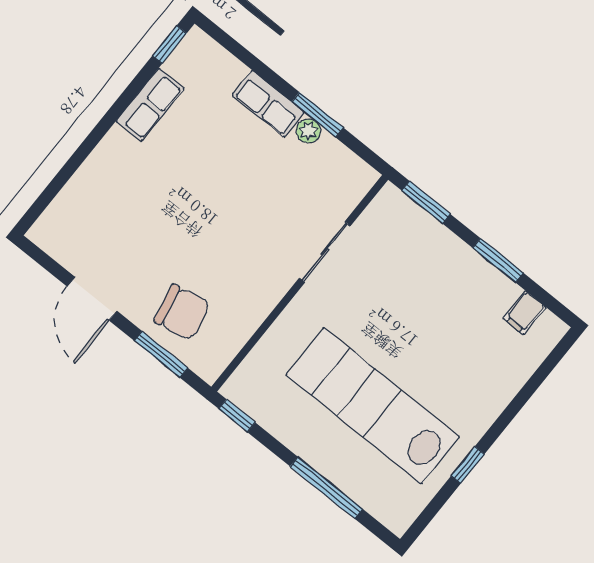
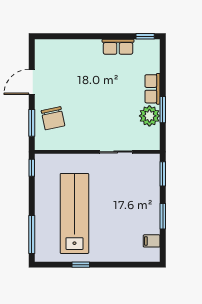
plant: (308, 131) -> (149, 116), width x1.88, depth x1.88
window: (326, 488) -> (32, 235), moved

